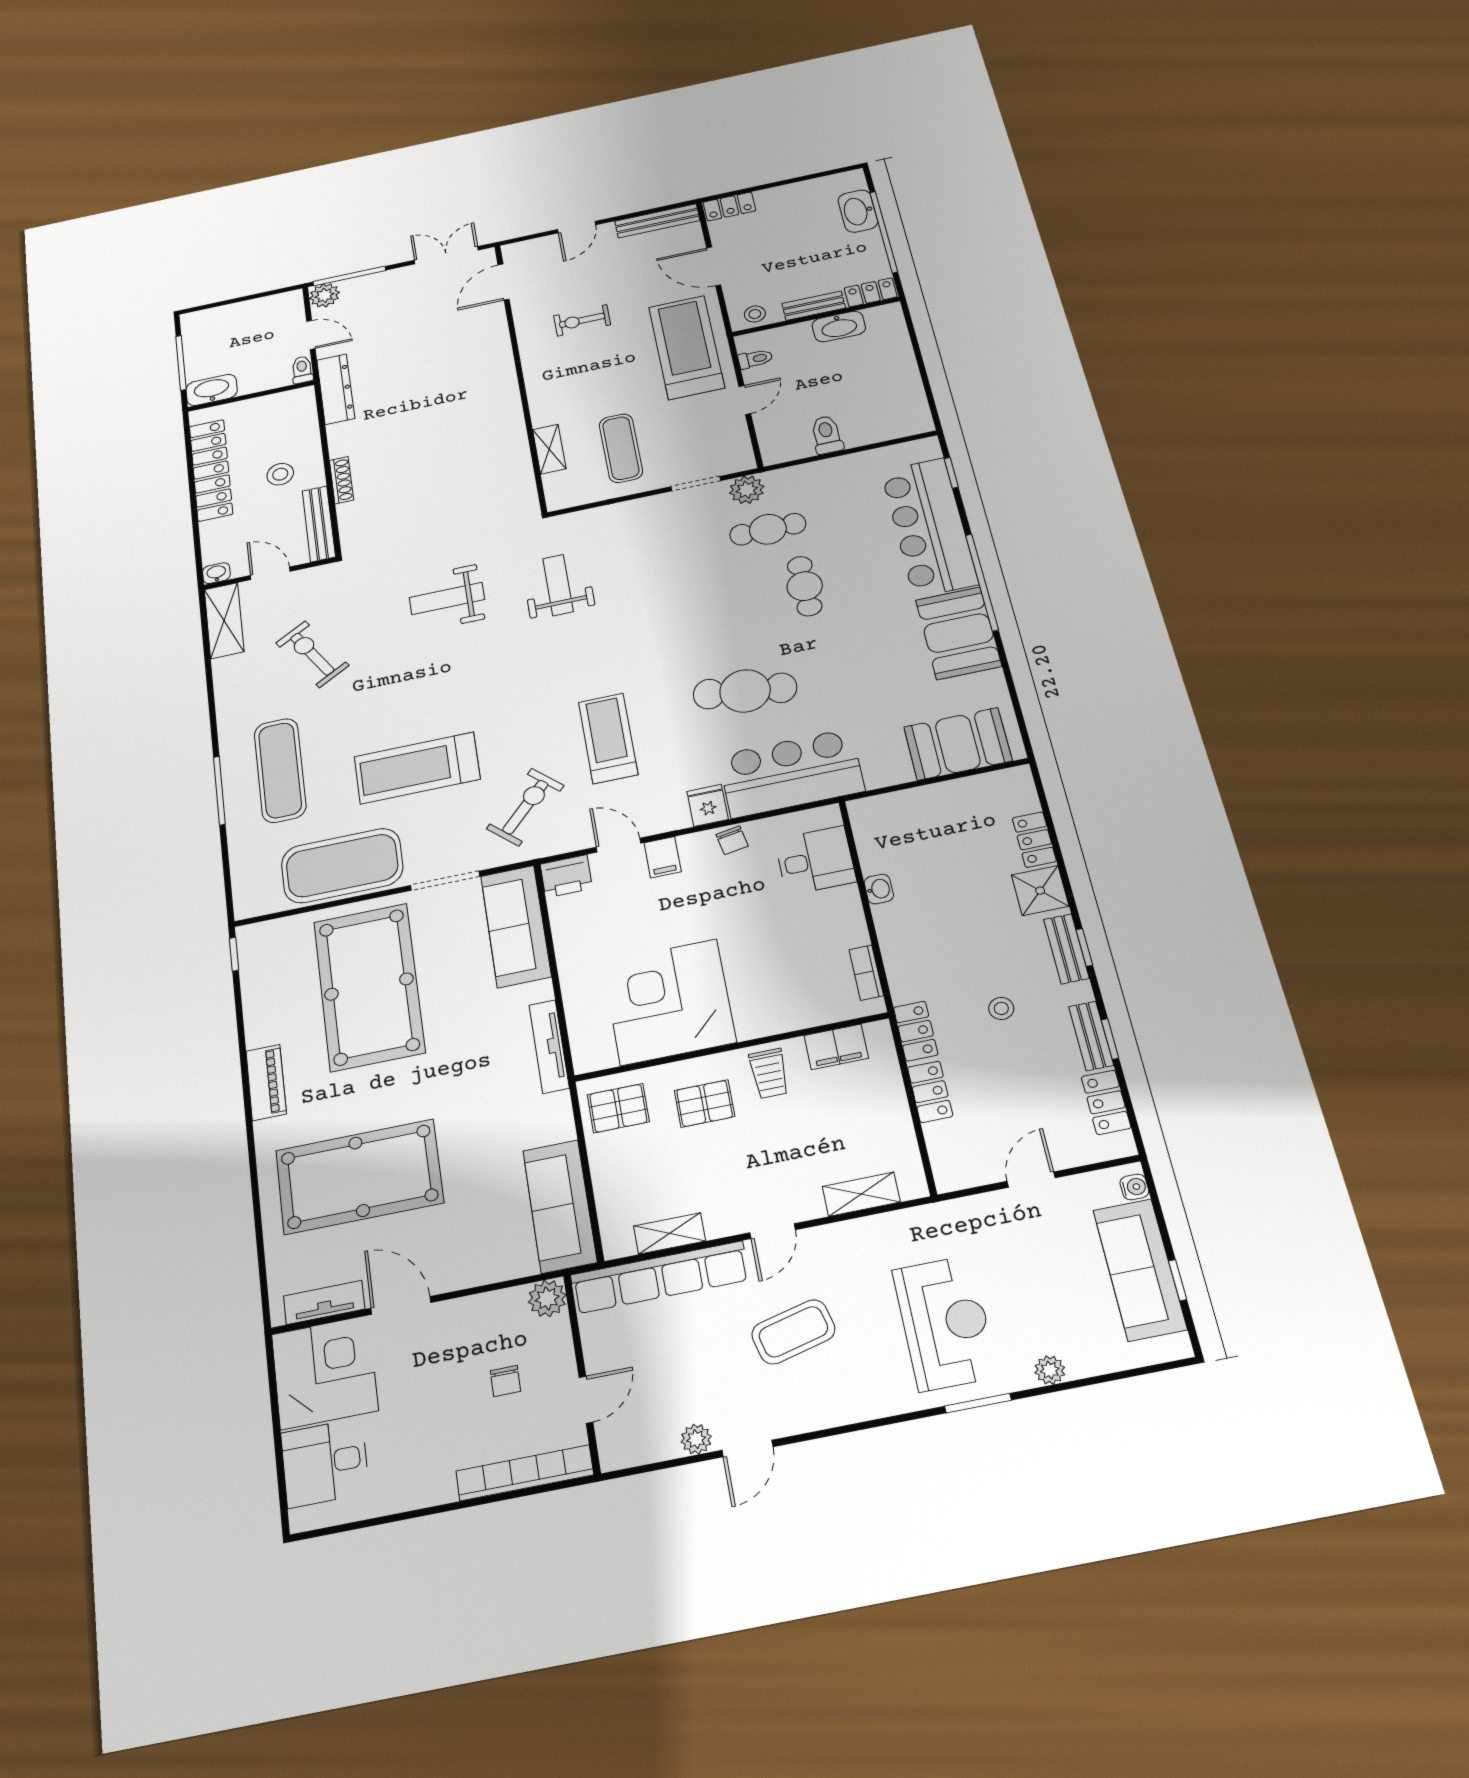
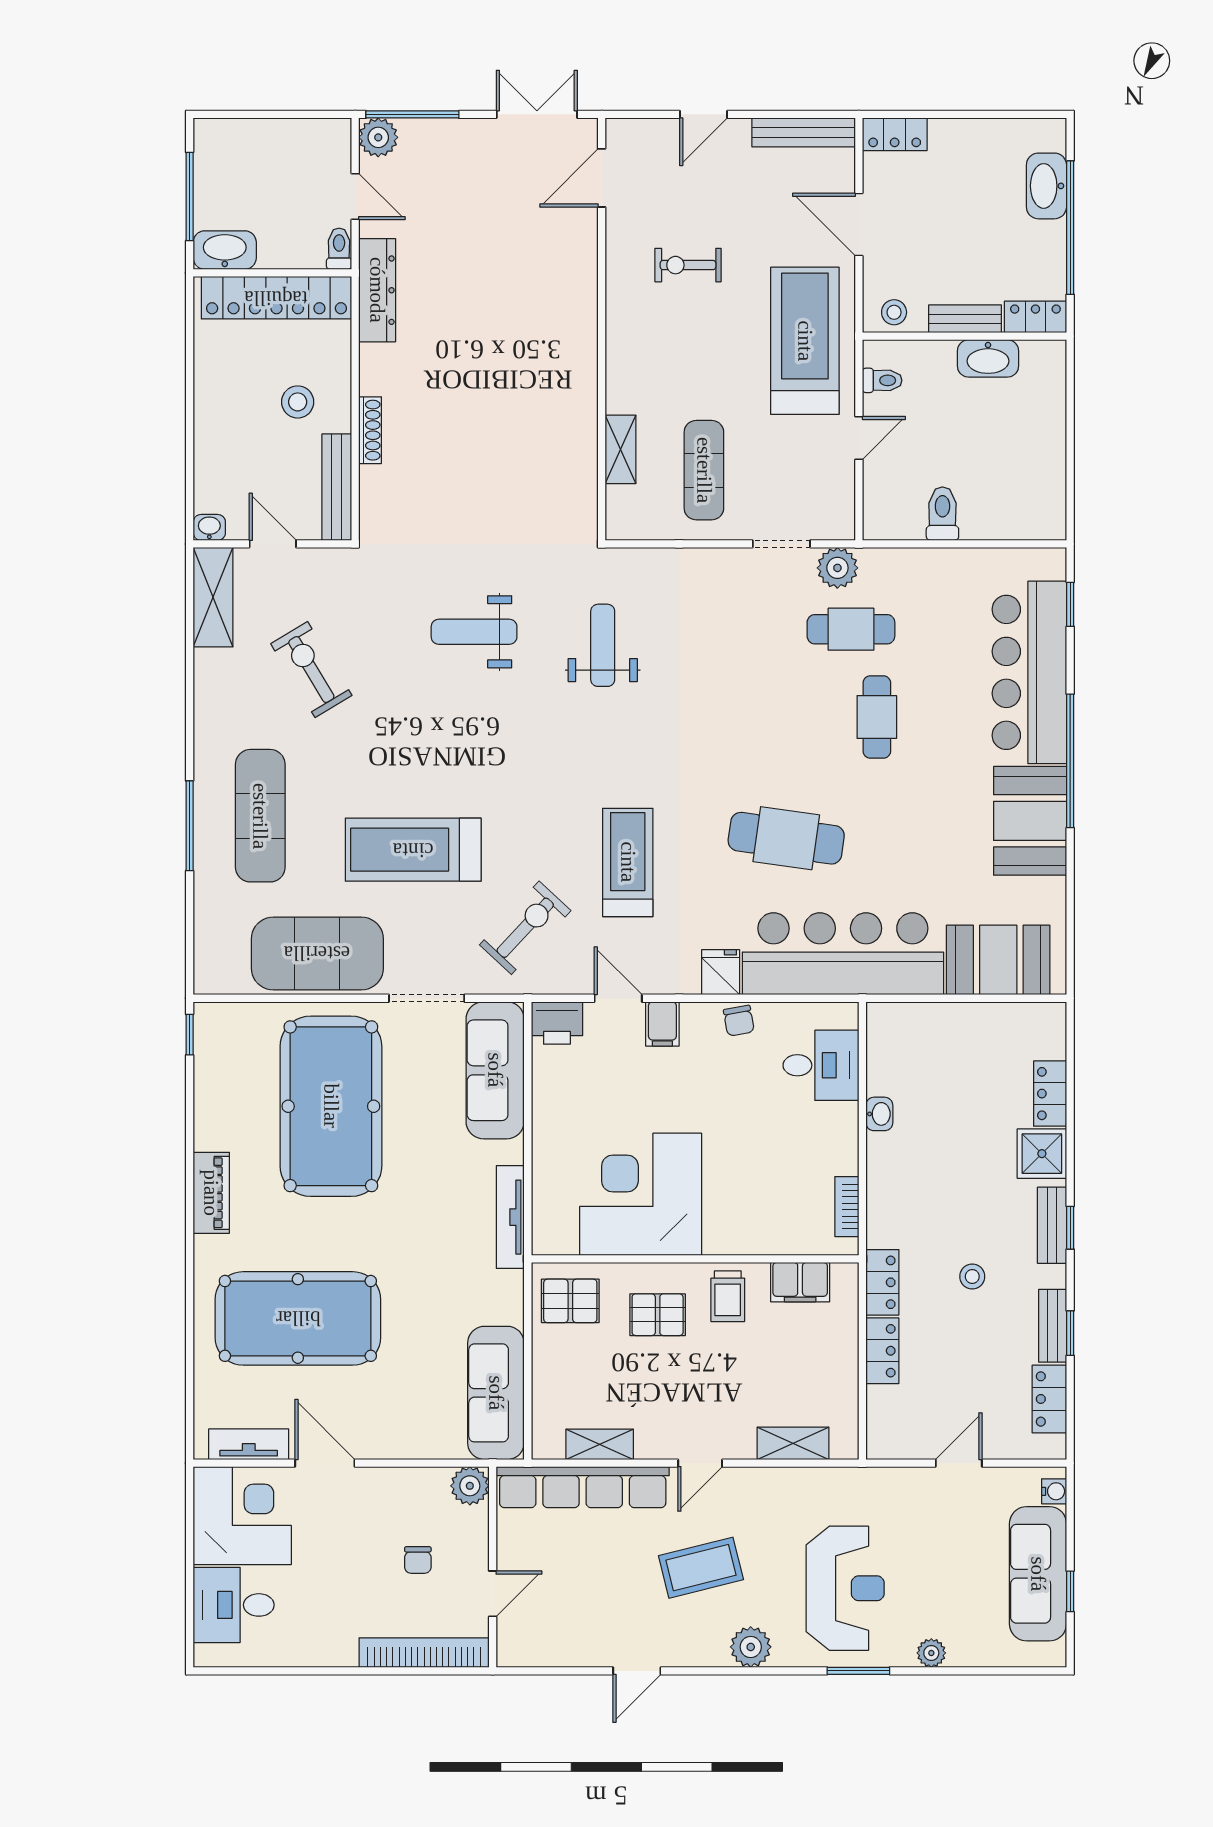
locker: (211, 470) -> (276, 298), moved, turned 90
bar counter: (791, 773) -> (843, 954), width x1.36
plant: (696, 1439) -> (751, 1647), moved, width x1.38, depth x1.38

